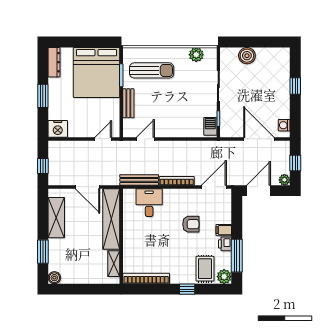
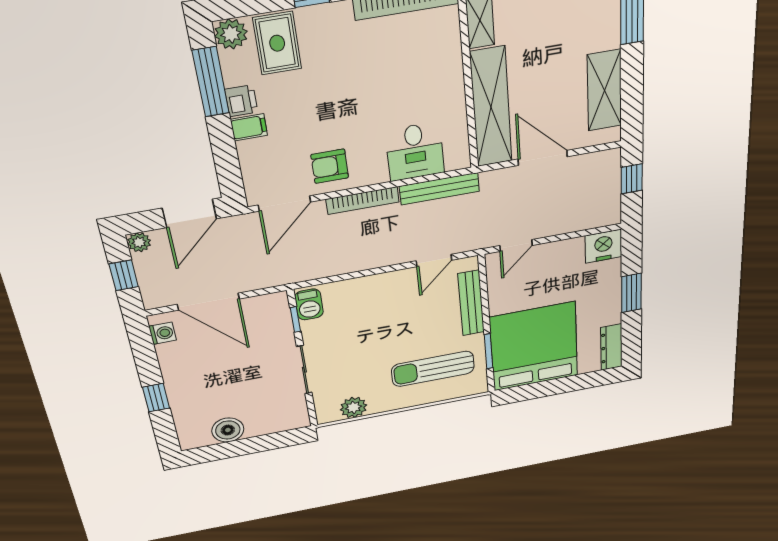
boiler: (247, 56) -> (228, 430), moved
bench: (128, 103) -> (471, 303), width x1.36
armchair: (191, 224) -> (330, 166), moved

